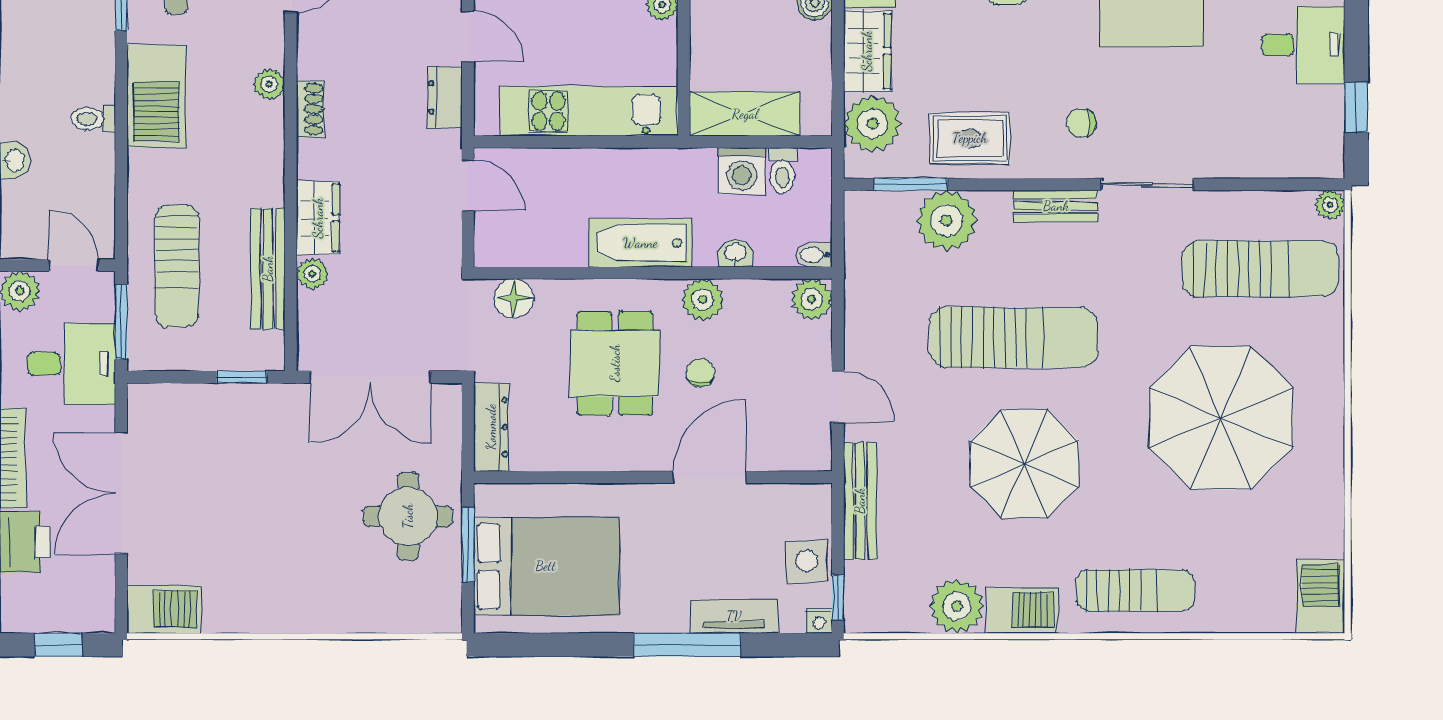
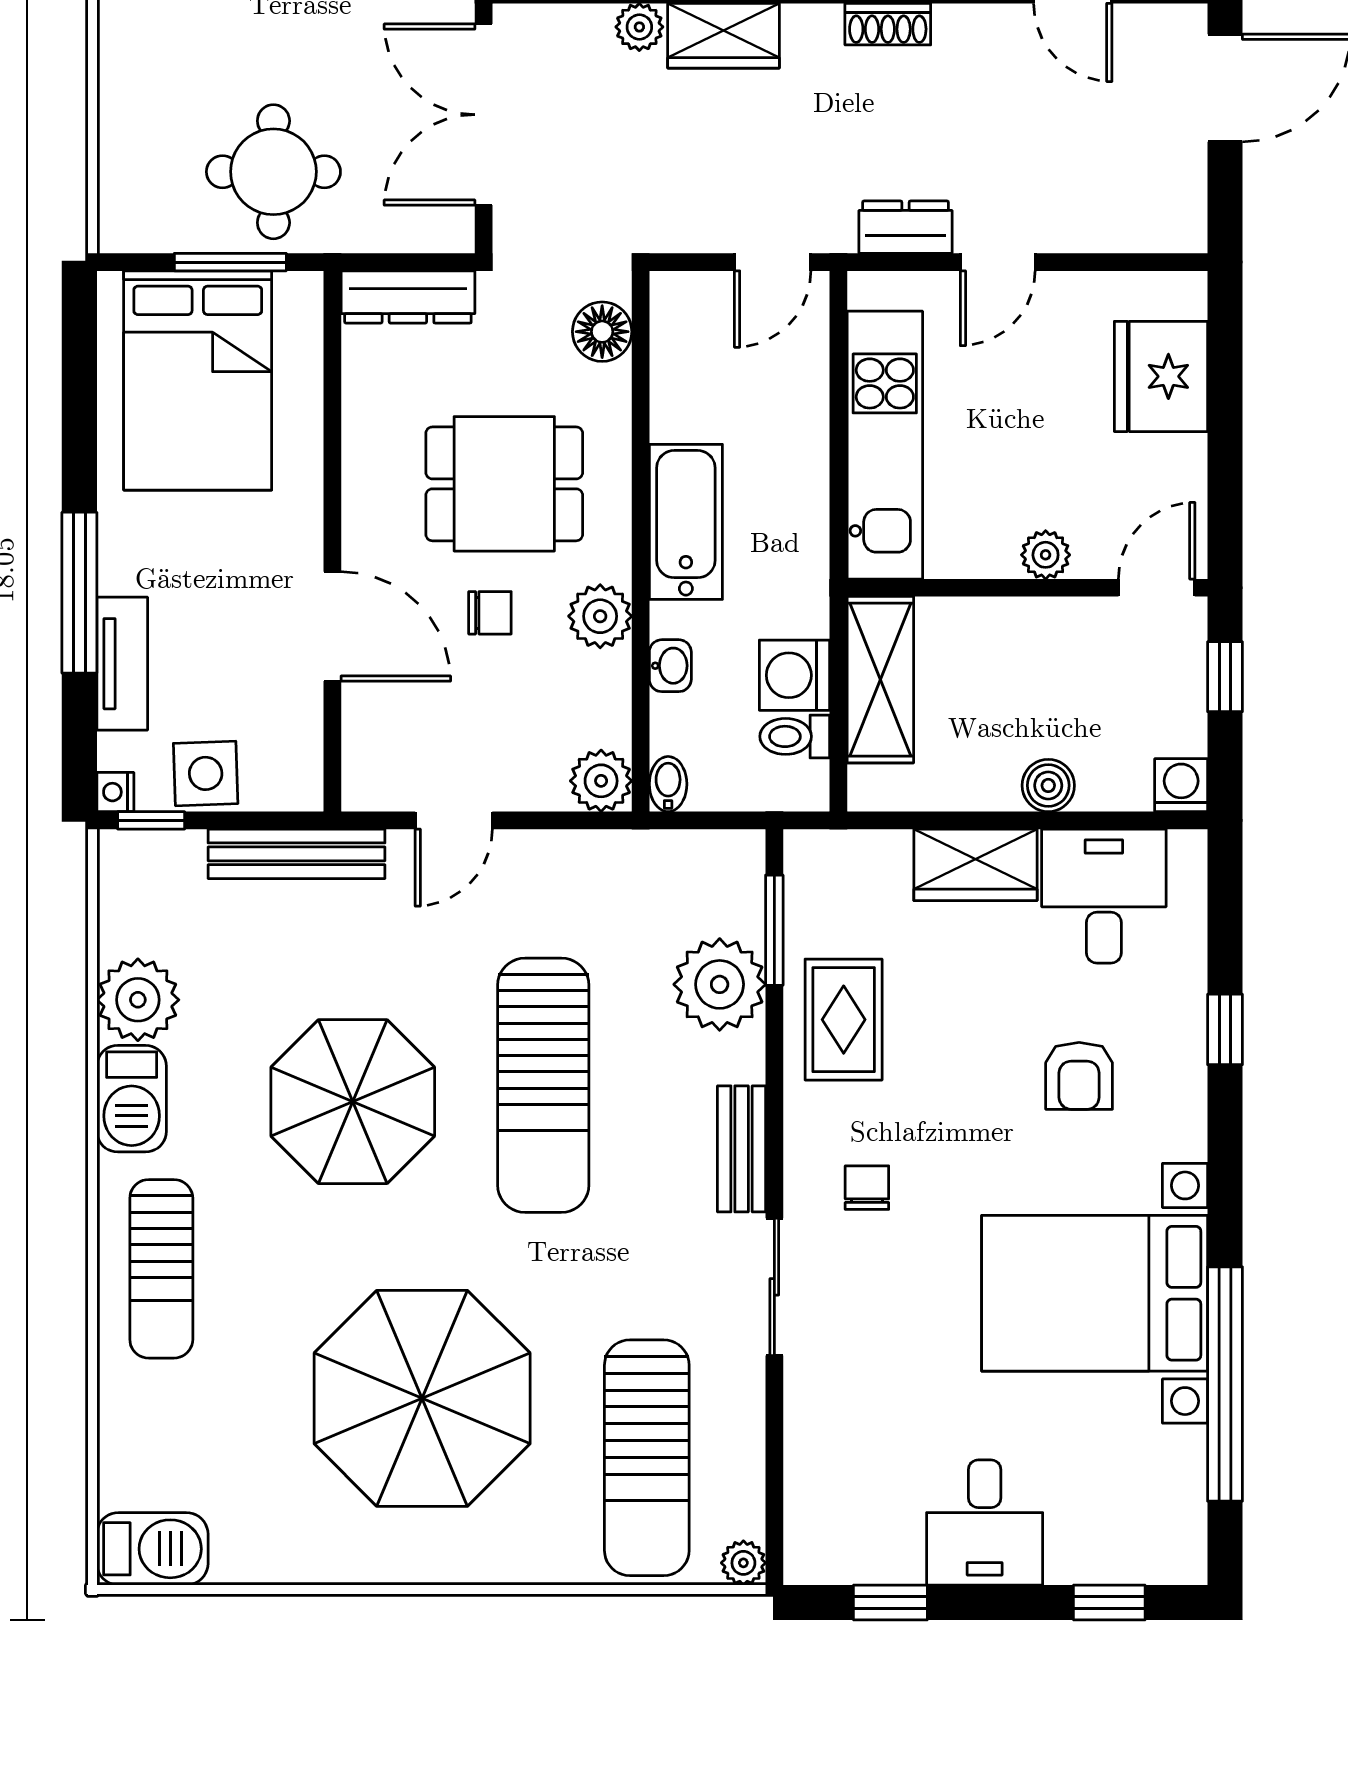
plant: (872, 124) -> (866, 872), removed

